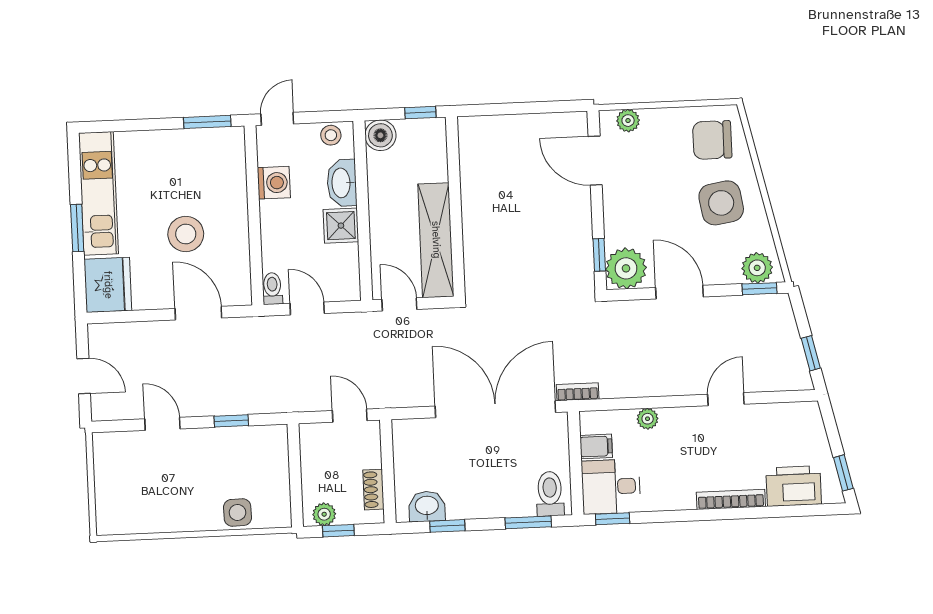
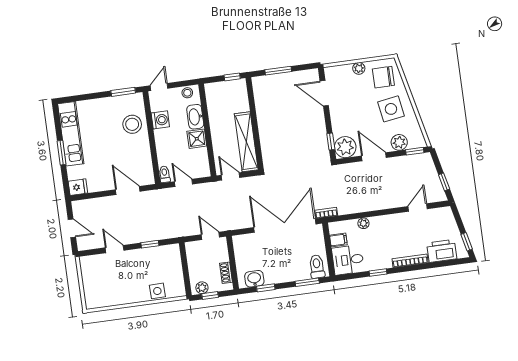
window: (511, 109) -> (278, 71), added
plant: (628, 121) -> (359, 68), moved
boiler: (380, 135) -> (213, 90), removed
stool: (186, 234) -> (132, 124), moved
plant: (757, 268) -> (399, 142), moved
fridge: (108, 285) -> (78, 187), width x0.53, depth x0.75
door: (726, 399) -> (418, 208), moved
window: (613, 519) -> (378, 272), moved

